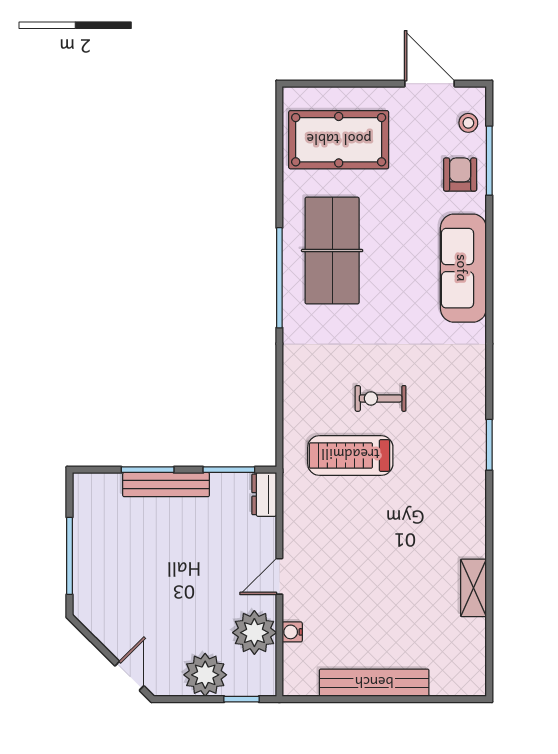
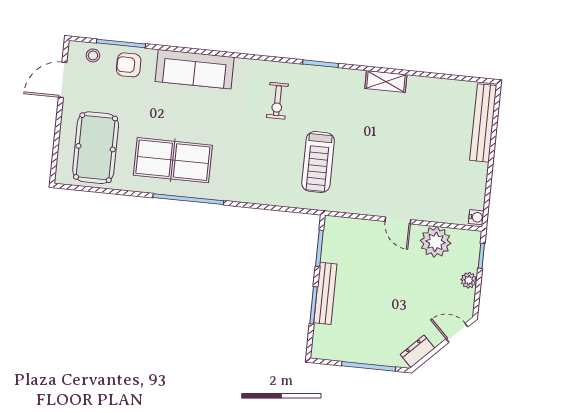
exercise bike: (381, 398) -> (277, 101), moved
dresser: (264, 494) -> (417, 351), moved, turned 135
shelving: (473, 588) -> (386, 82), moved
water cooler: (292, 632) -> (476, 217), moved, turned -90
plant: (205, 675) -> (469, 280), width x0.53, depth x0.53
bench: (374, 683) -> (483, 123), moved

